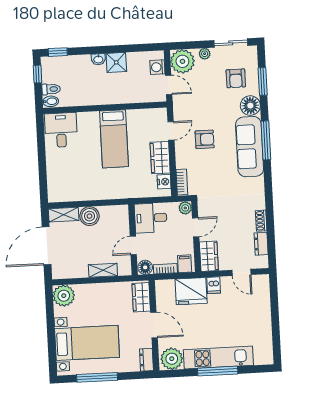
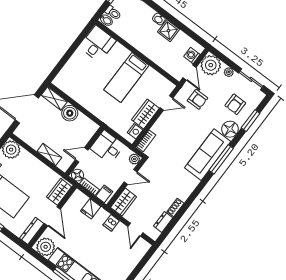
armchair: (205, 139) -> (197, 99), moved
fridge: (191, 291) -> (91, 209), width x0.53, depth x0.75
dresser: (146, 360) -> (32, 231), width x1.44

